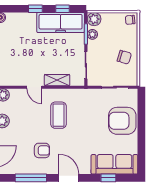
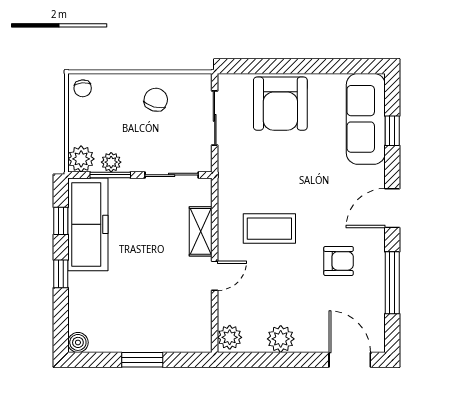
armchair: (42, 150) -> (339, 261), turned 90

